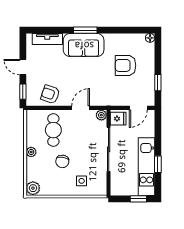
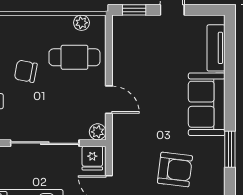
window: (85, 30) -> (230, 149), moved
armchair: (126, 65) -> (175, 169), turned 97
armchair: (50, 94) -> (130, 52), removed
plant: (31, 152) -> (81, 23), moved

